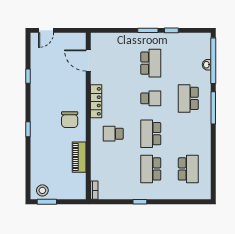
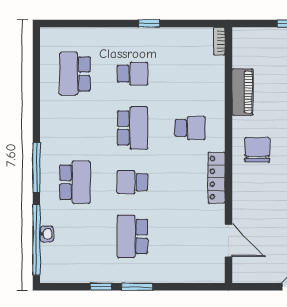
school desk: (151, 169) -> (132, 74), width x0.54

